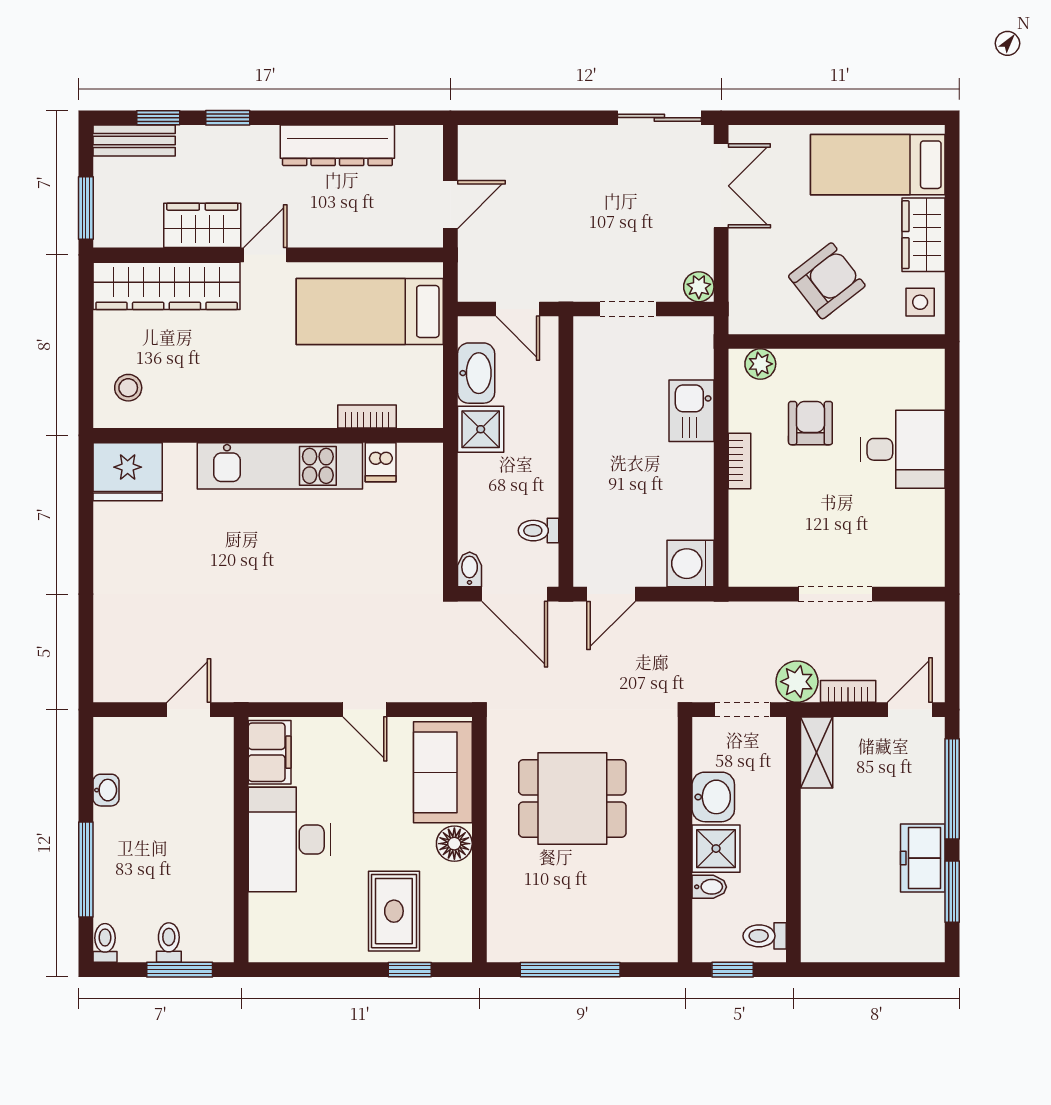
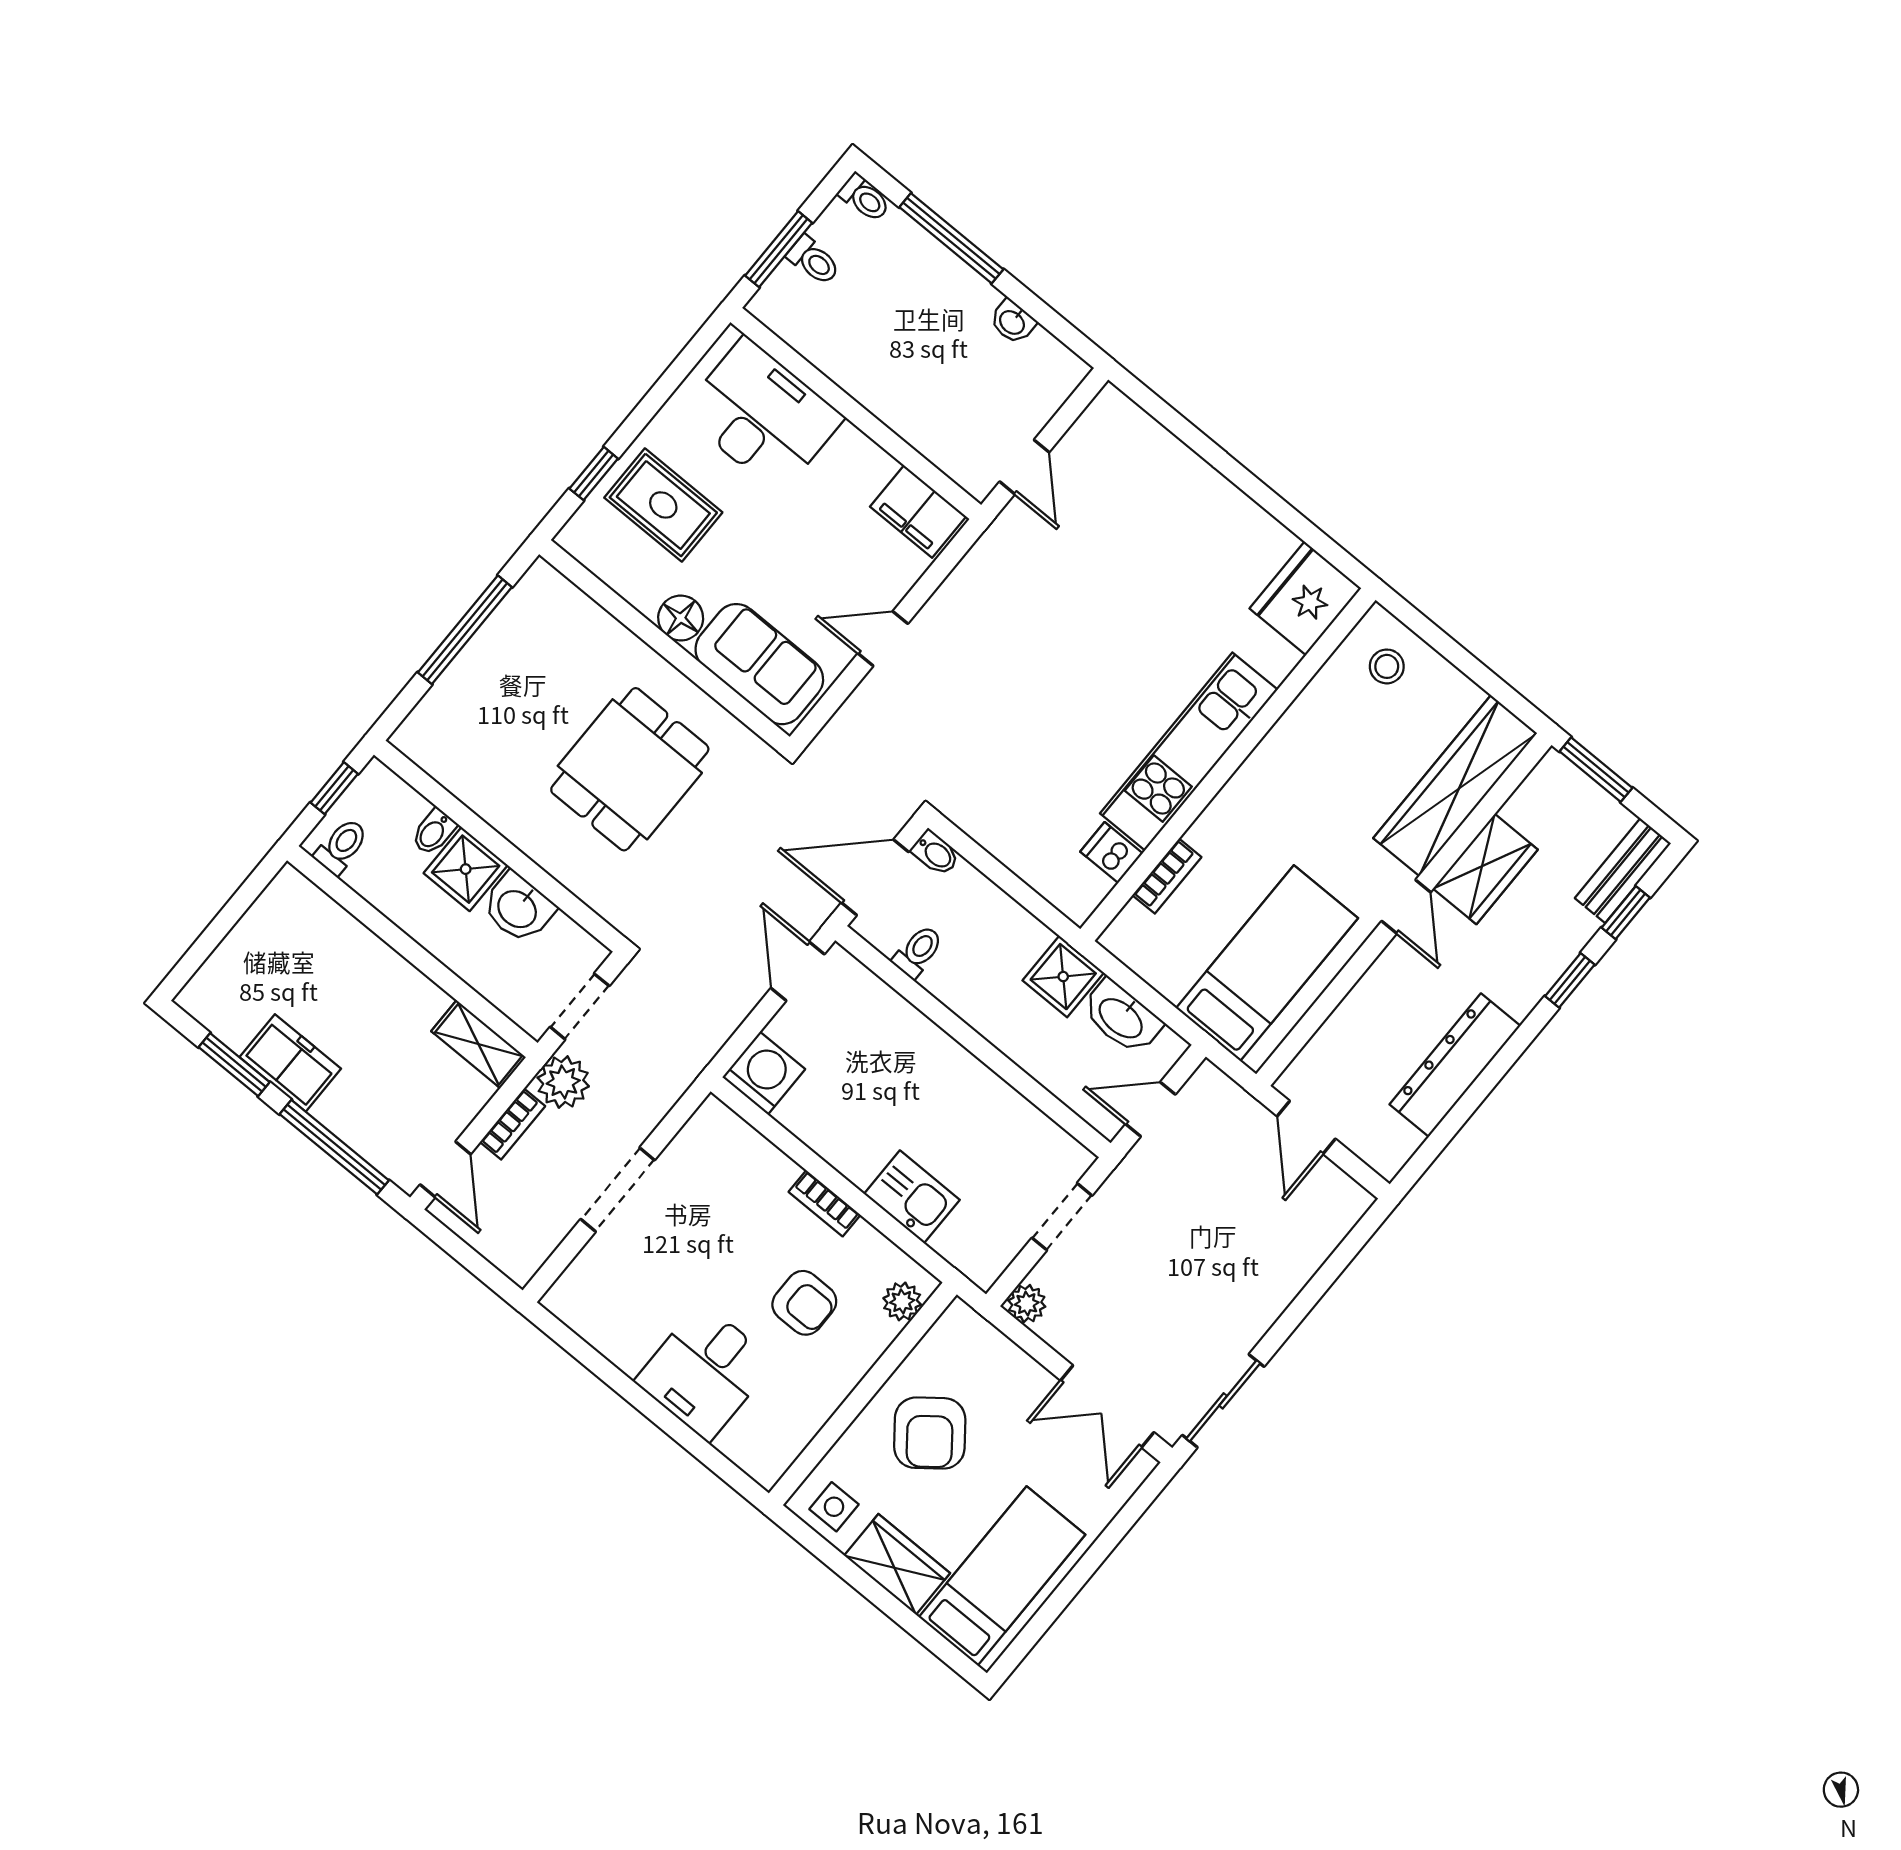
desk: (289, 839) -> (762, 415), moved

